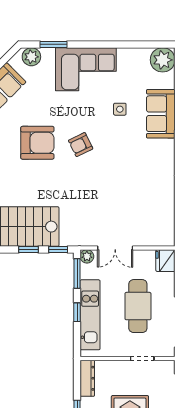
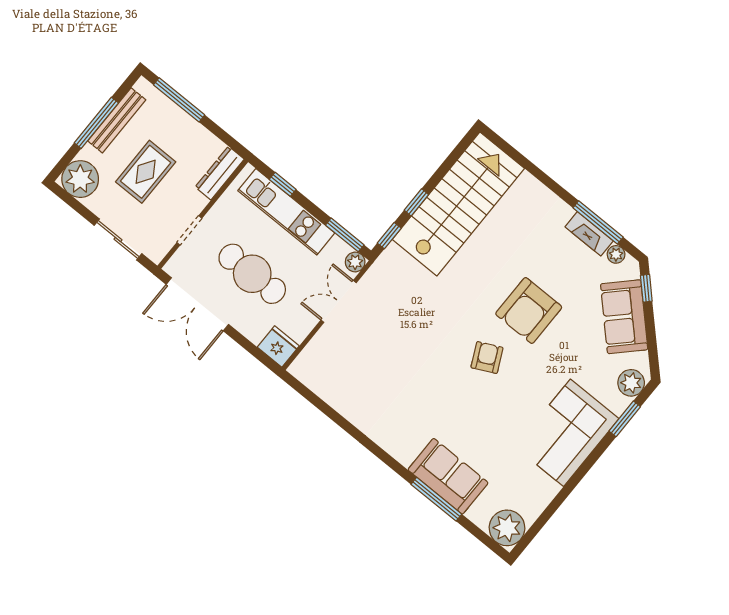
side table: (120, 109) -> (491, 434), removed
window: (77, 312) -> (283, 184), moved
dresser: (87, 378) -> (220, 173), moved, turned 90

